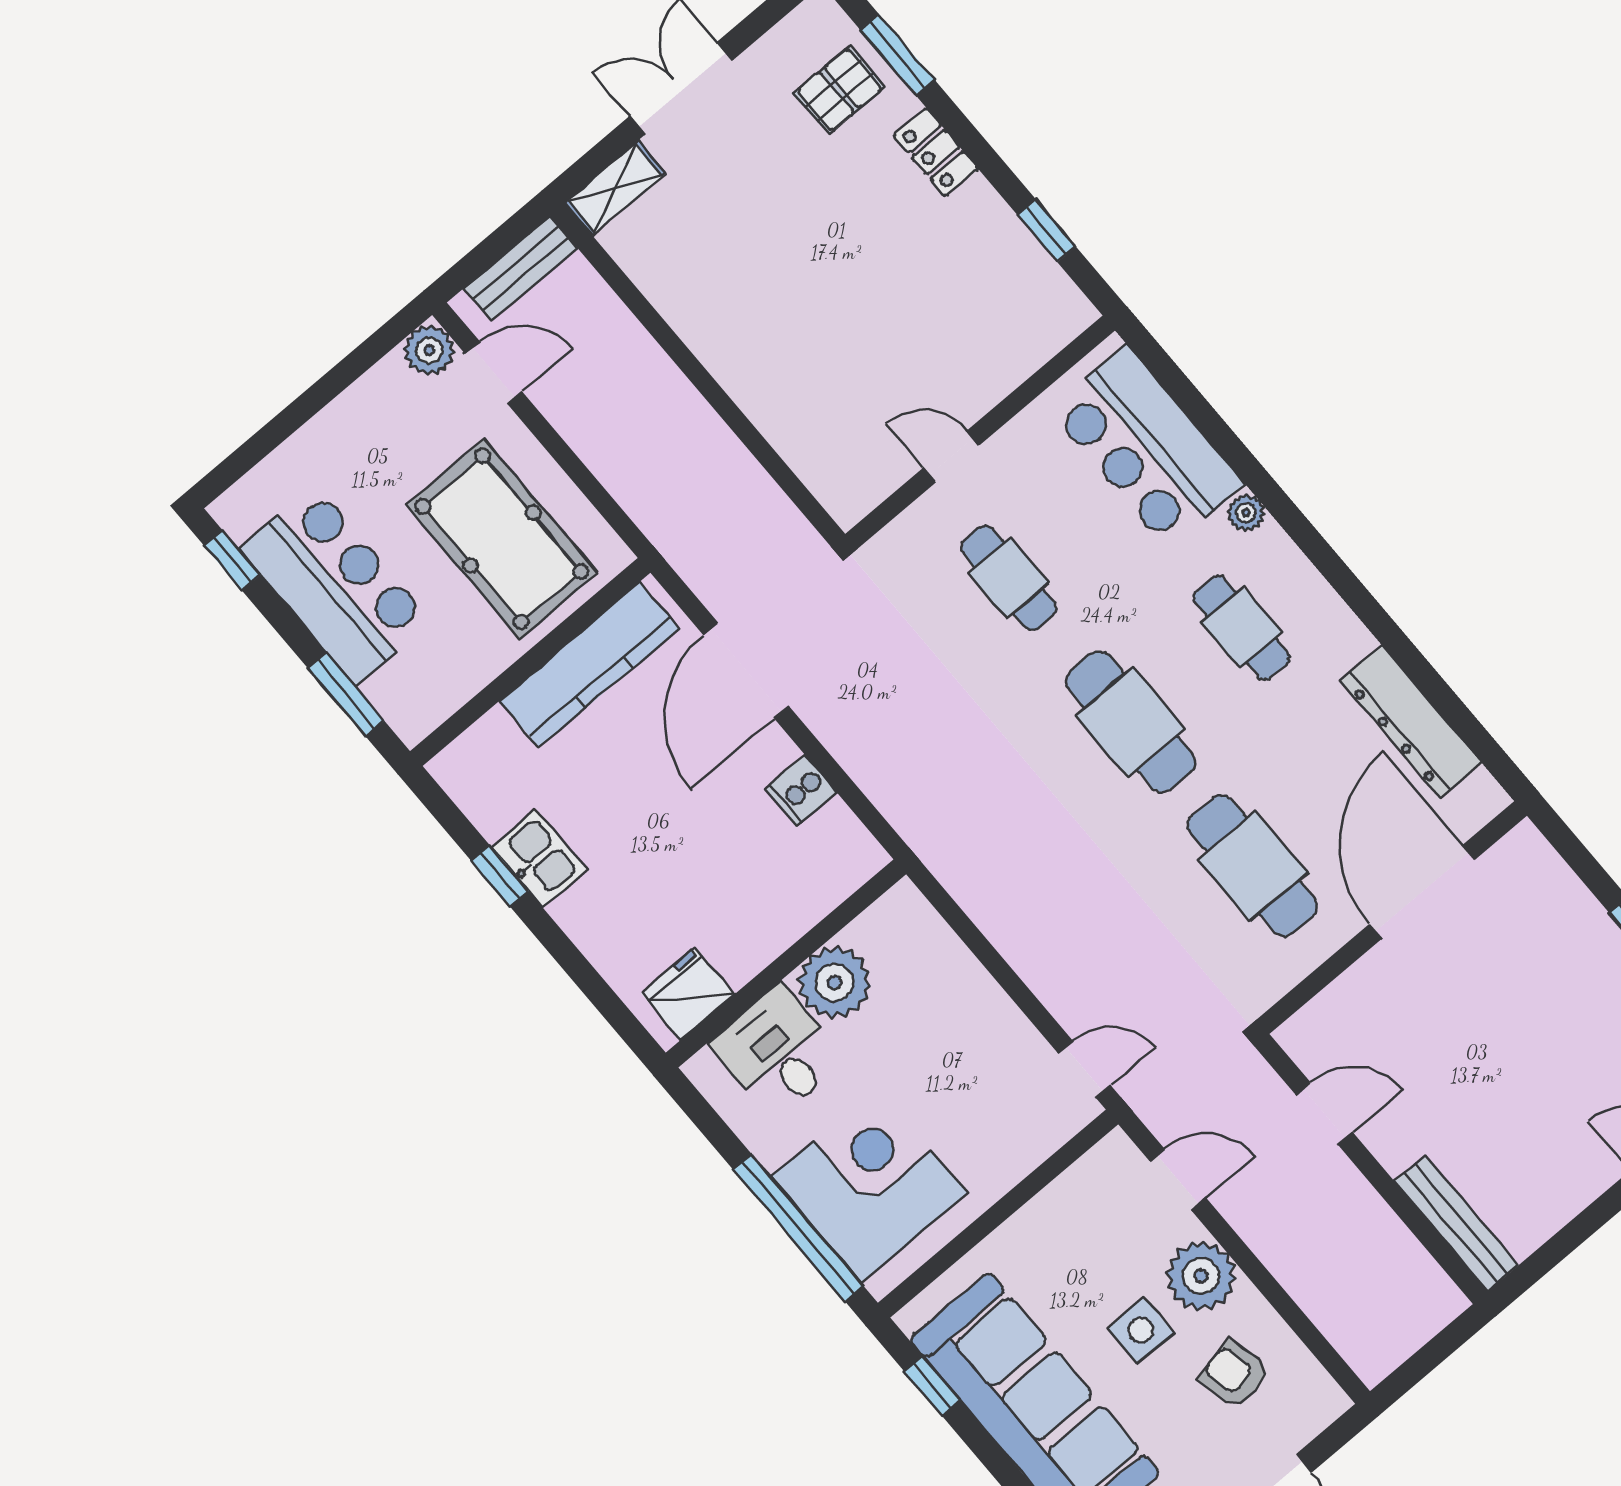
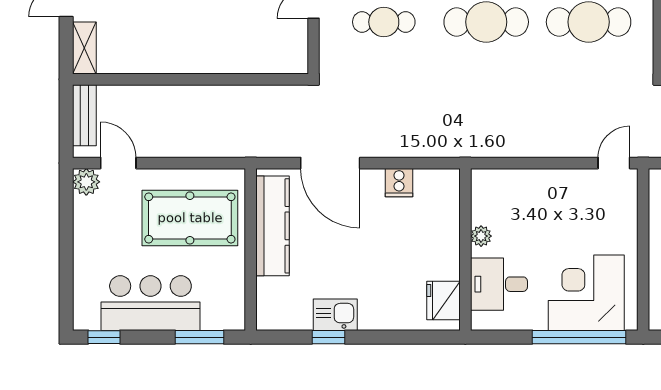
door: (494, 373) -> (118, 163), hinge flipped
plant: (834, 983) -> (481, 236), width x0.53, depth x0.53

